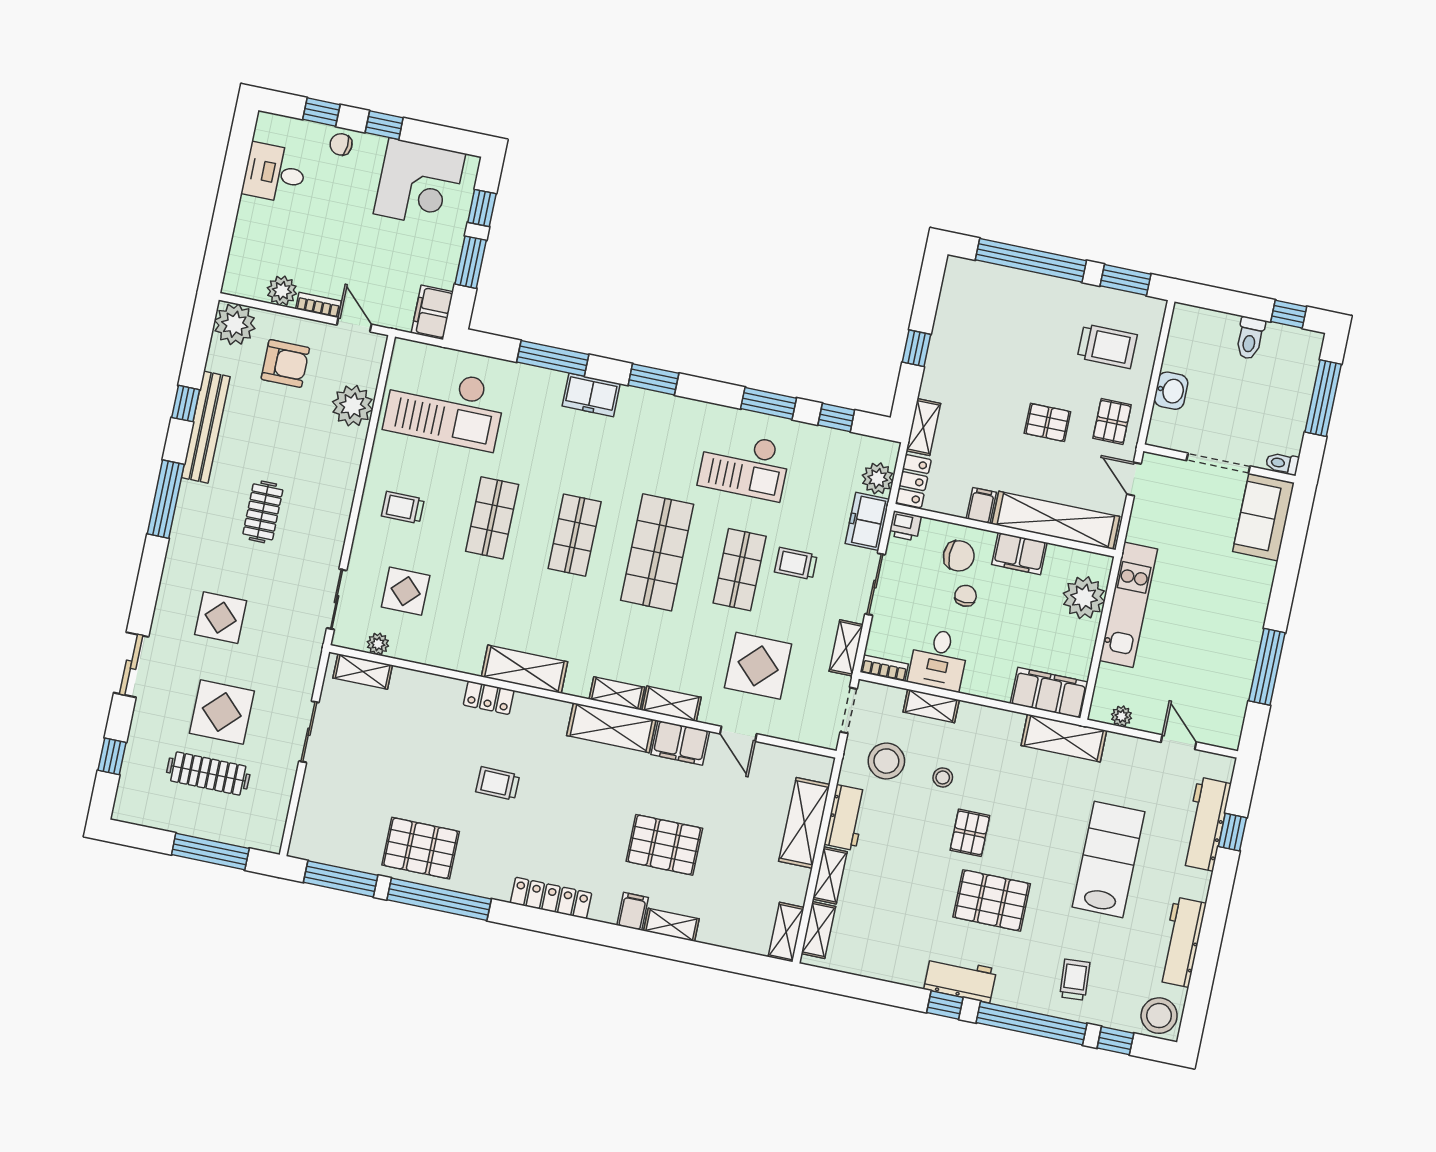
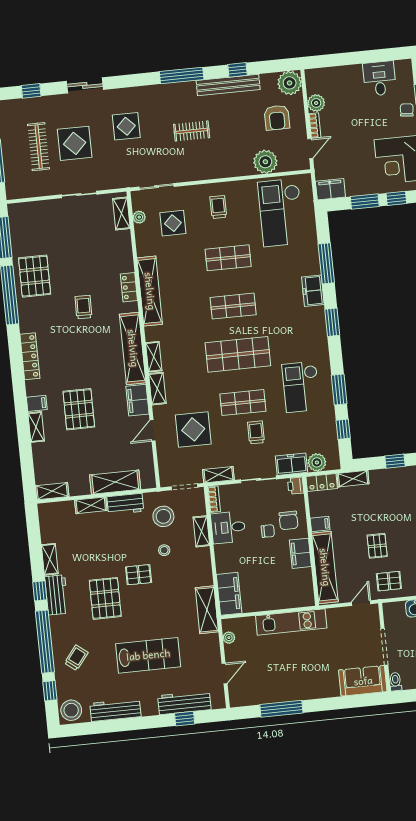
plant: (1084, 598) -> (287, 596), removed
shelving: (524, 669) -> (150, 291), width x1.47
shelving: (611, 728) -> (133, 348), width x1.47
shelving: (818, 930) -> (50, 559), moved, turned 90
trolley: (1075, 980) -> (76, 658), turned -48

